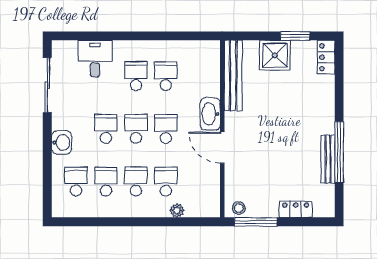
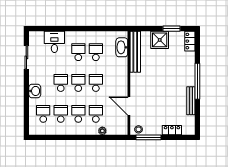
sliding door: (47, 85) -> (26, 57), width x0.73
washbasin: (210, 114) -> (122, 47), moved
door: (222, 148) -> (129, 106), moved
window: (339, 152) -> (197, 81), moved

